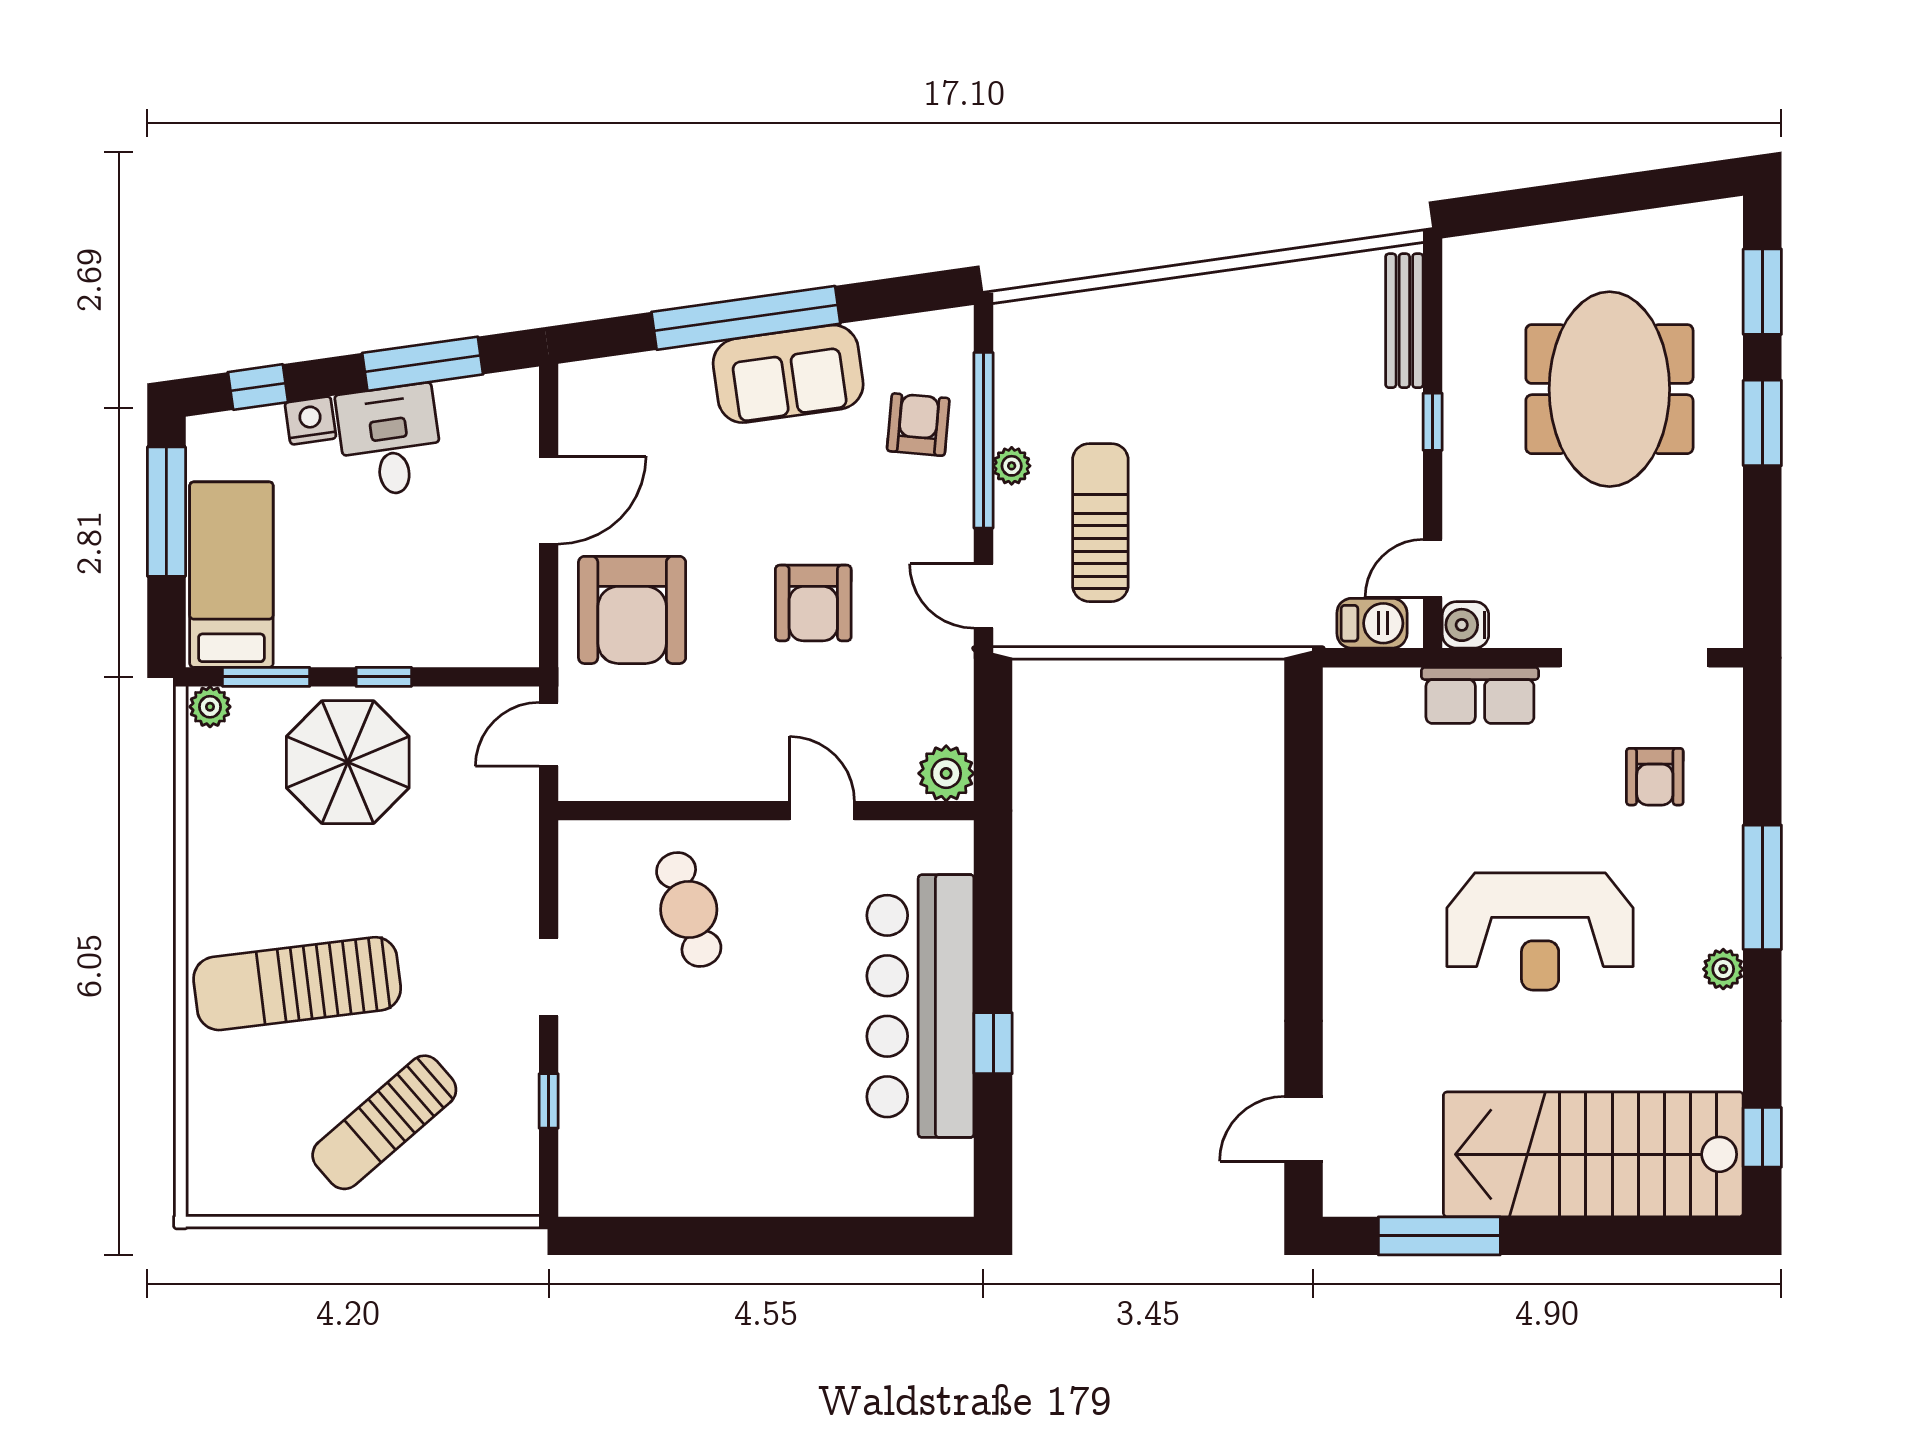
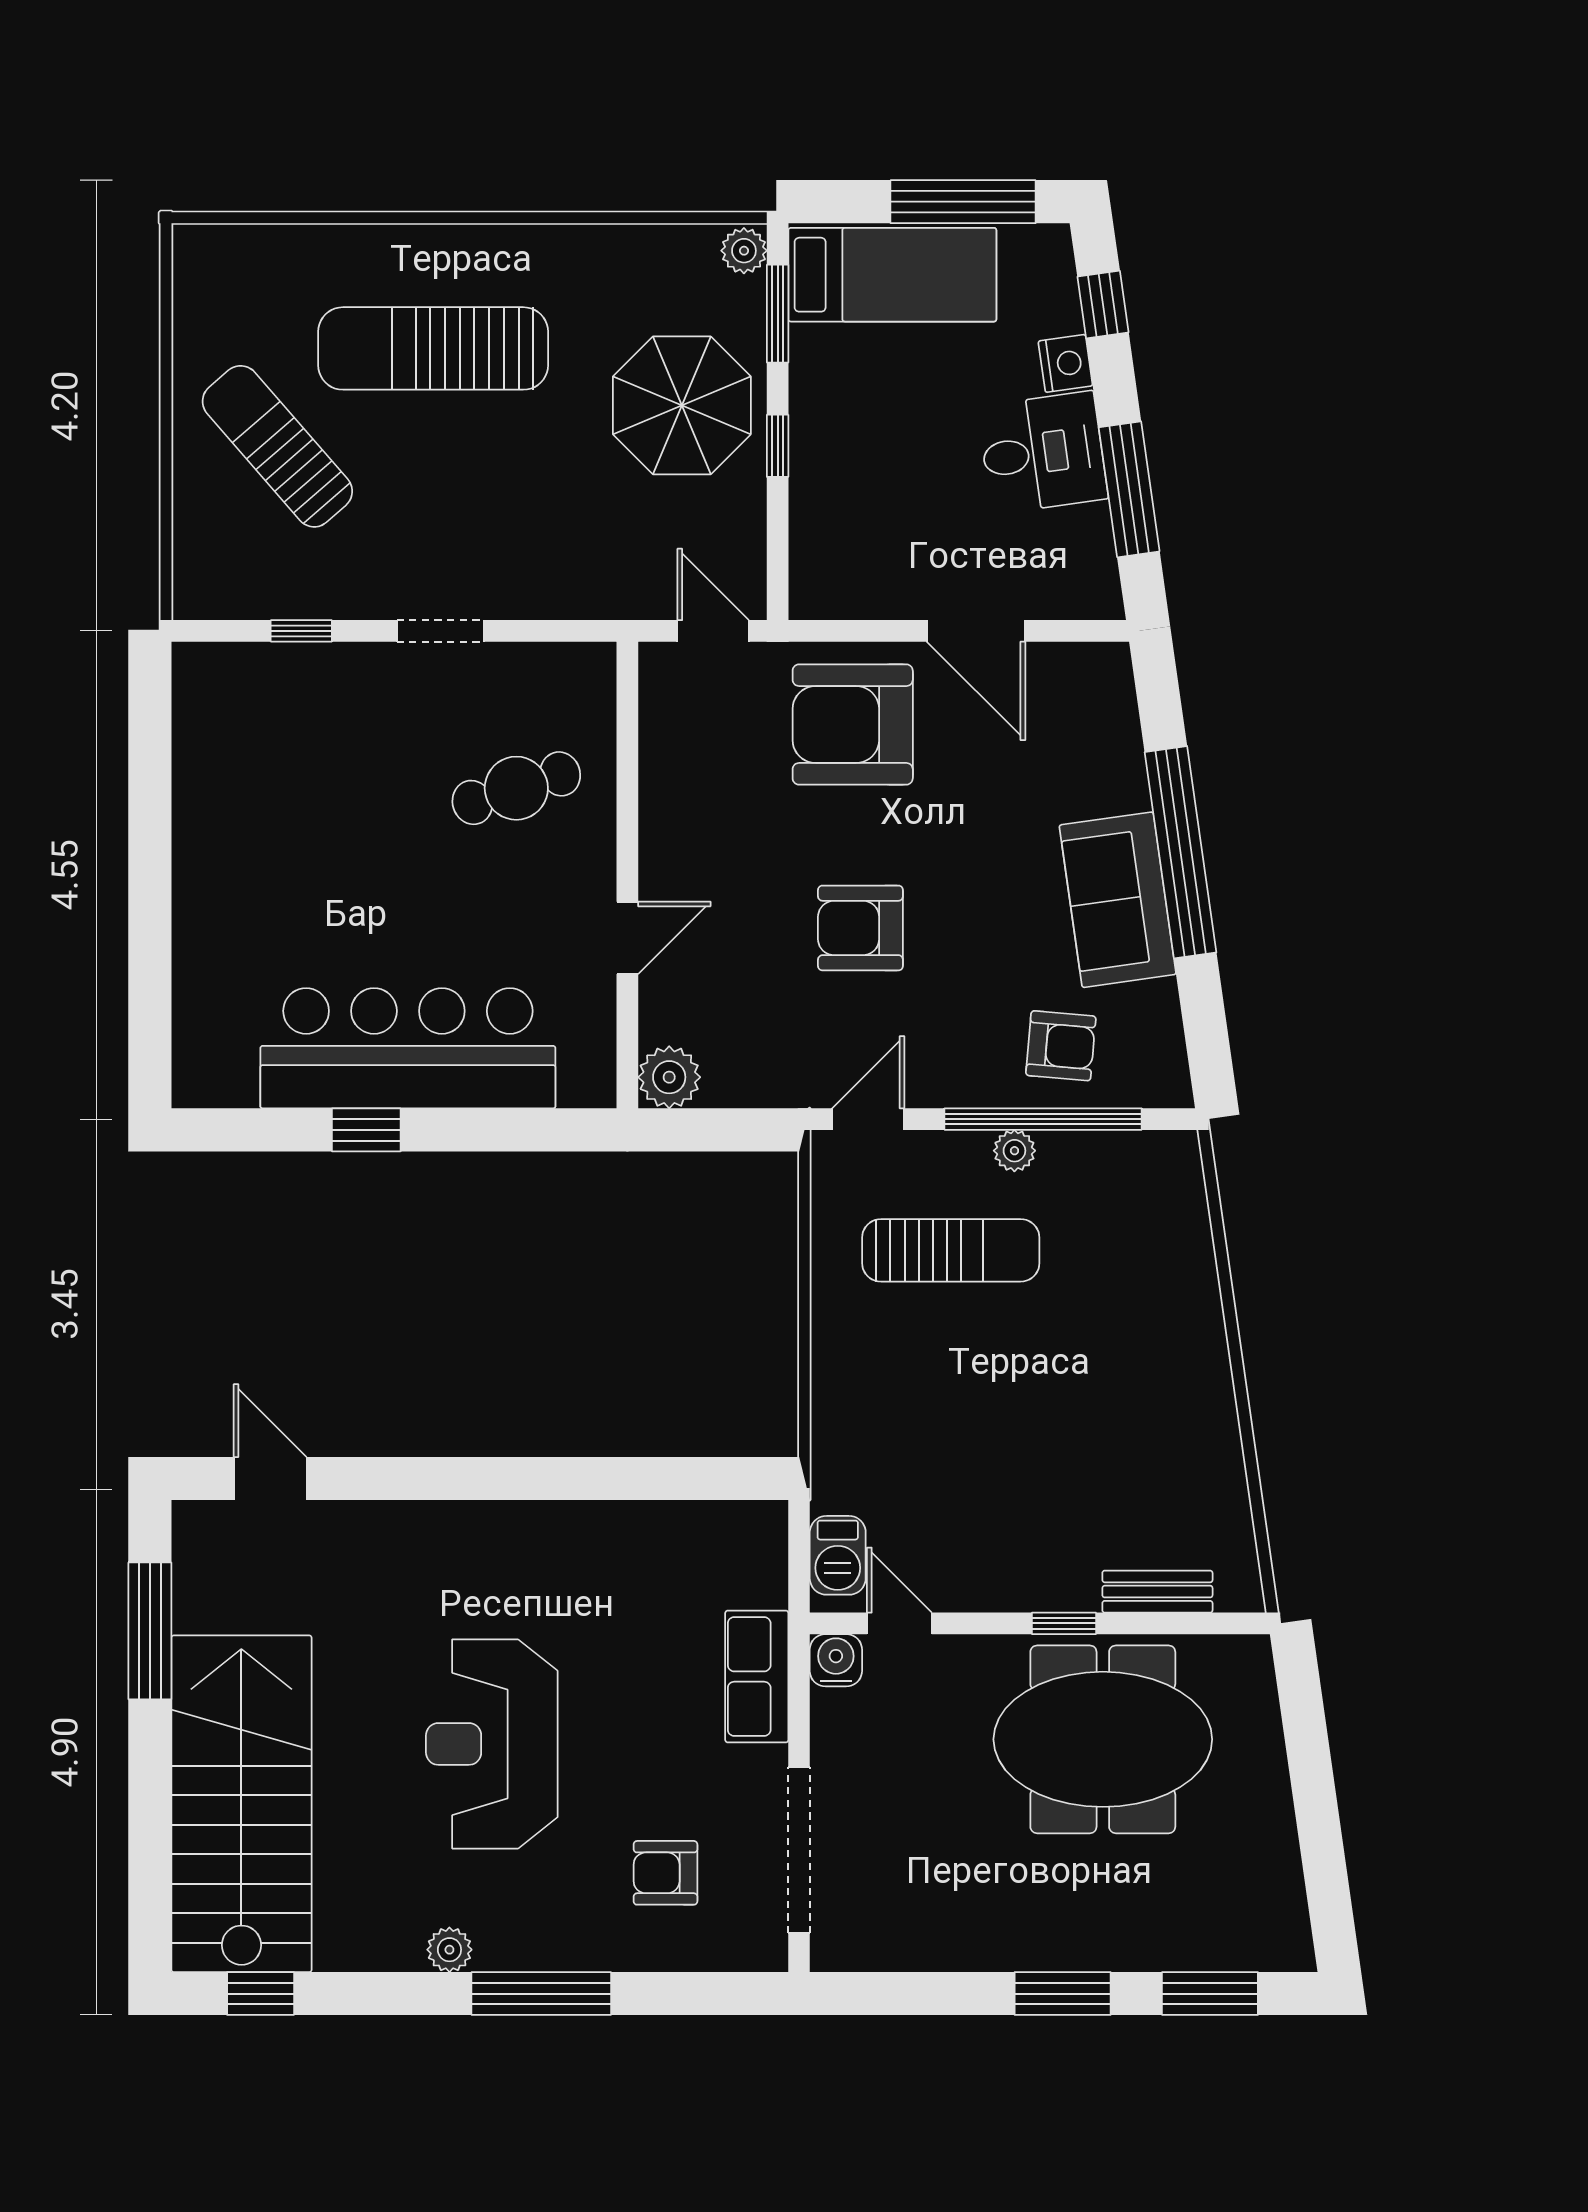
bench: (1404, 321) -> (1157, 1592), width x0.73
meeting table: (1609, 389) -> (1103, 1739), moved
sun lounger: (297, 984) -> (433, 348), turned -83

